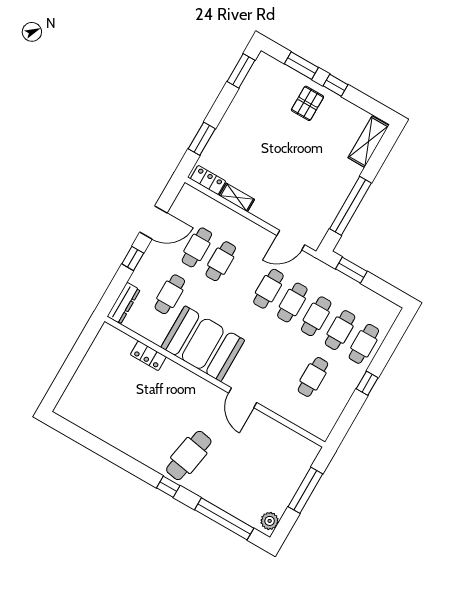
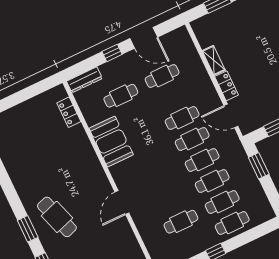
locker: (208, 180) -> (227, 86), moved
cafe table: (221, 261) -> (182, 118), moved
booth: (203, 344) -> (111, 142), width x0.73, depth x0.70
locker: (148, 356) -> (69, 112), moved
cafe table: (189, 455) -> (57, 217), turned 62
window: (168, 487) -> (28, 229), width x1.50

